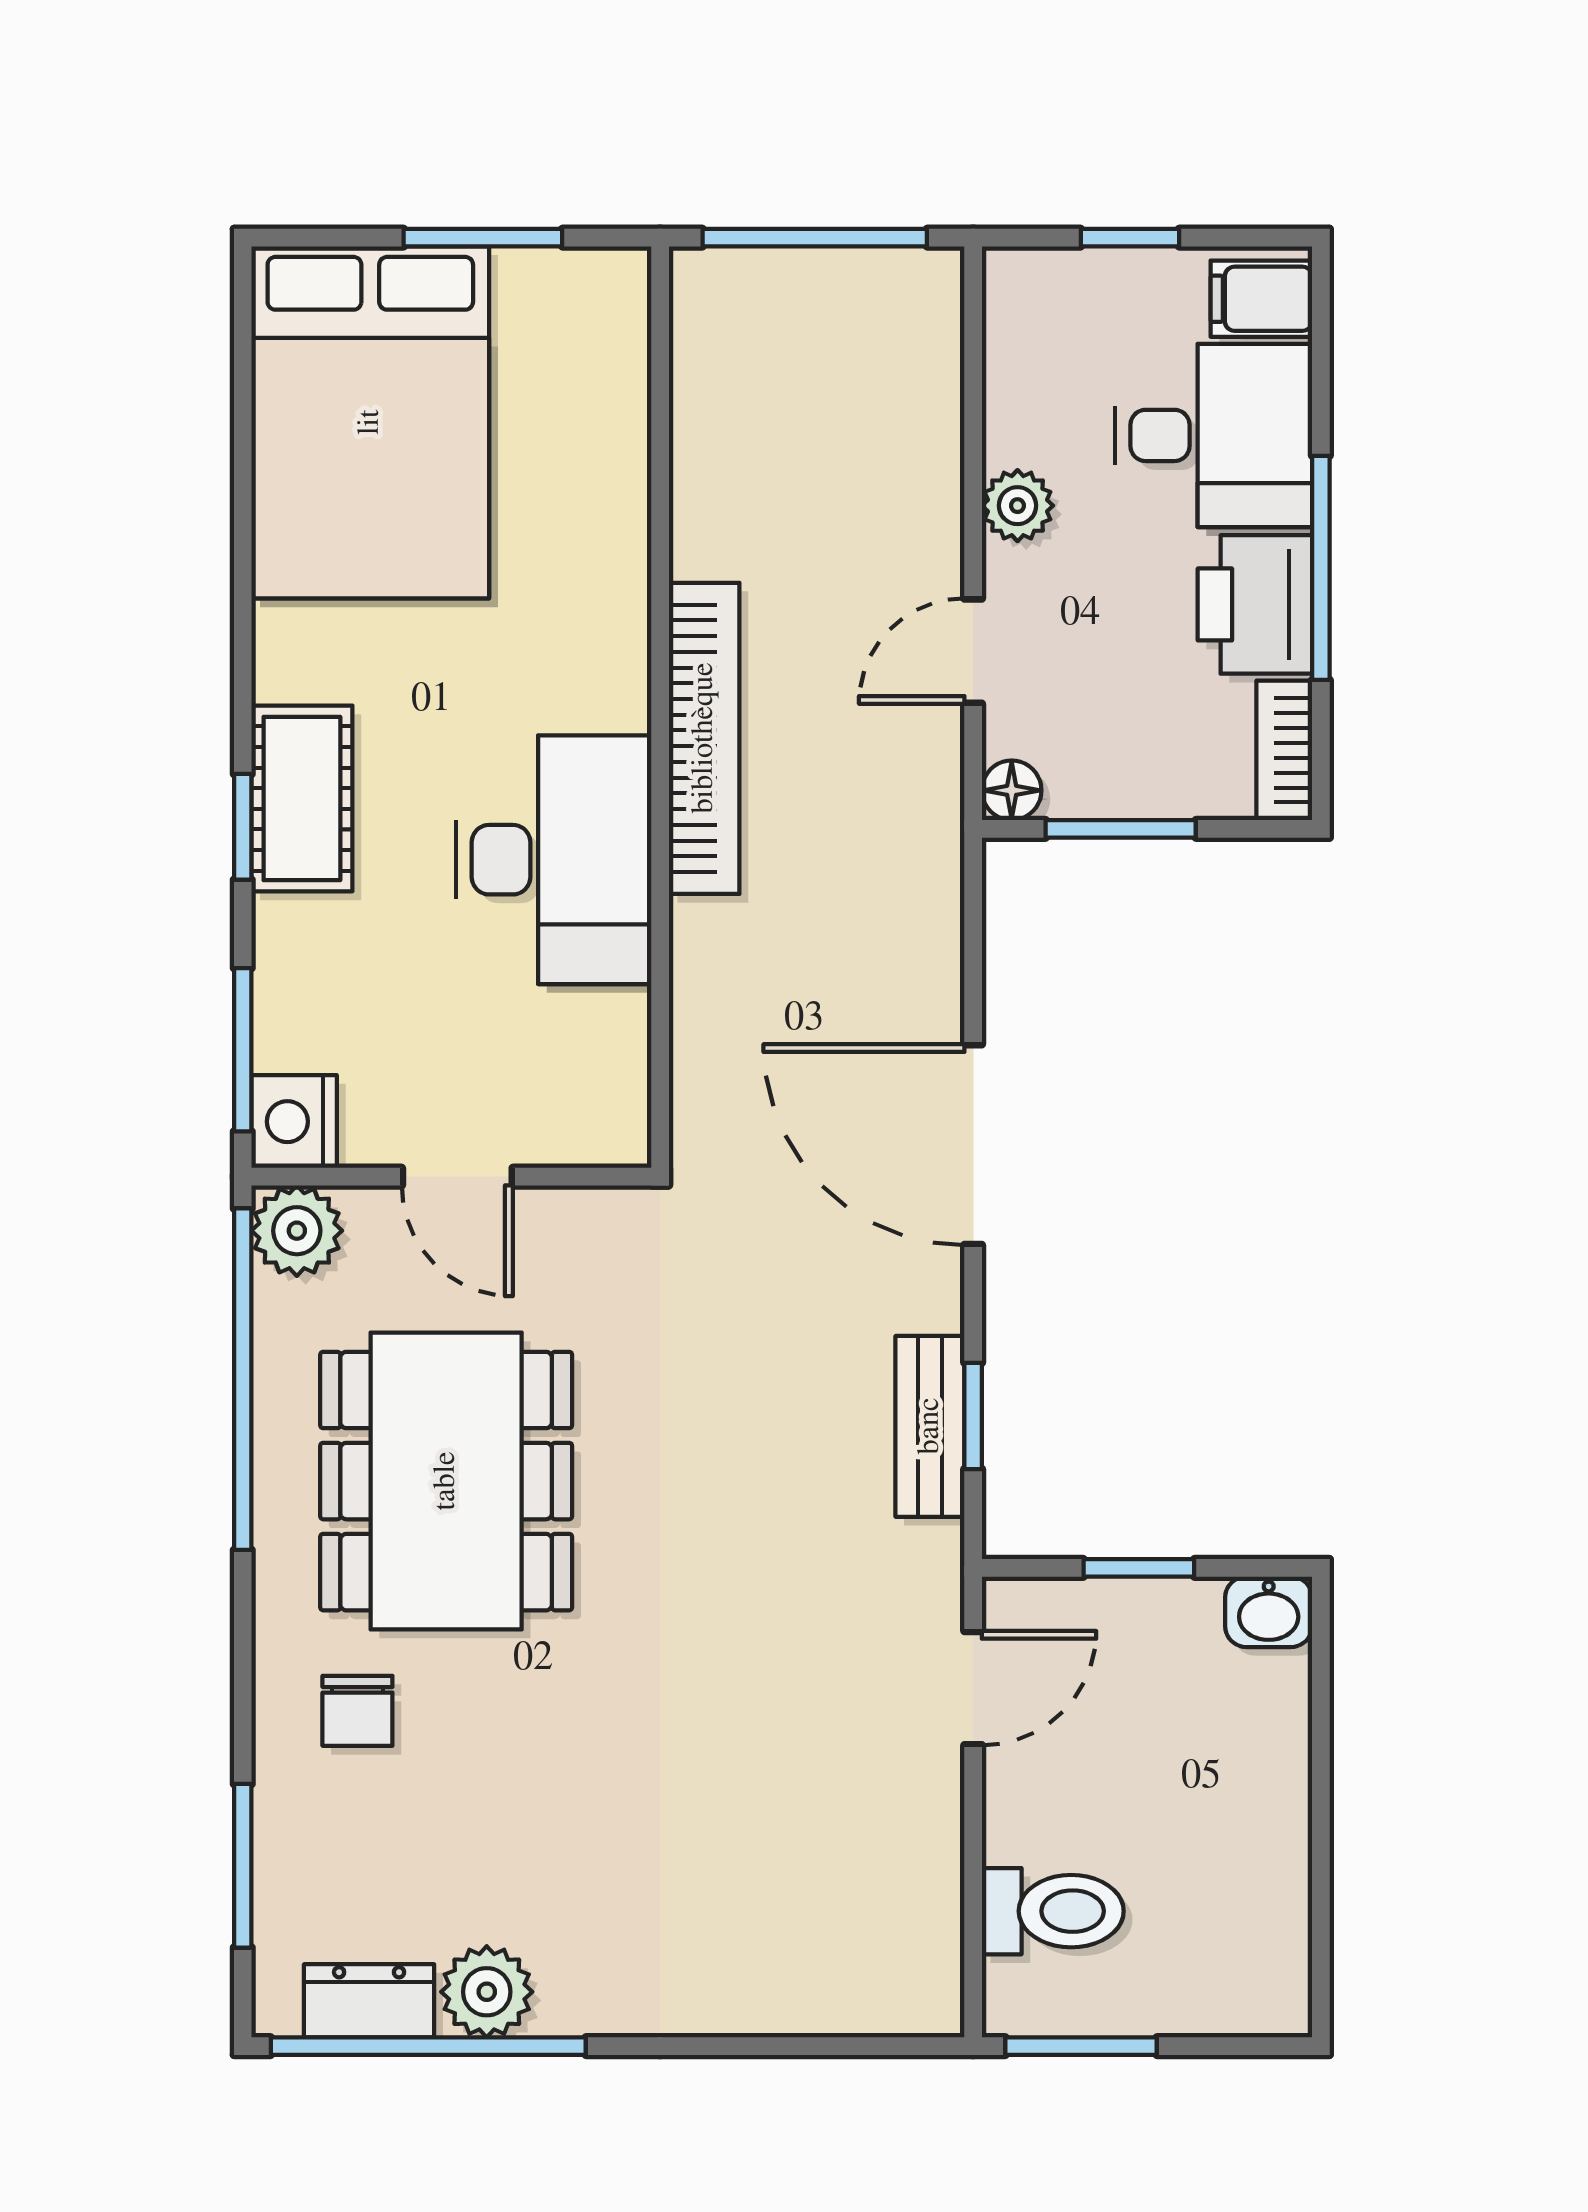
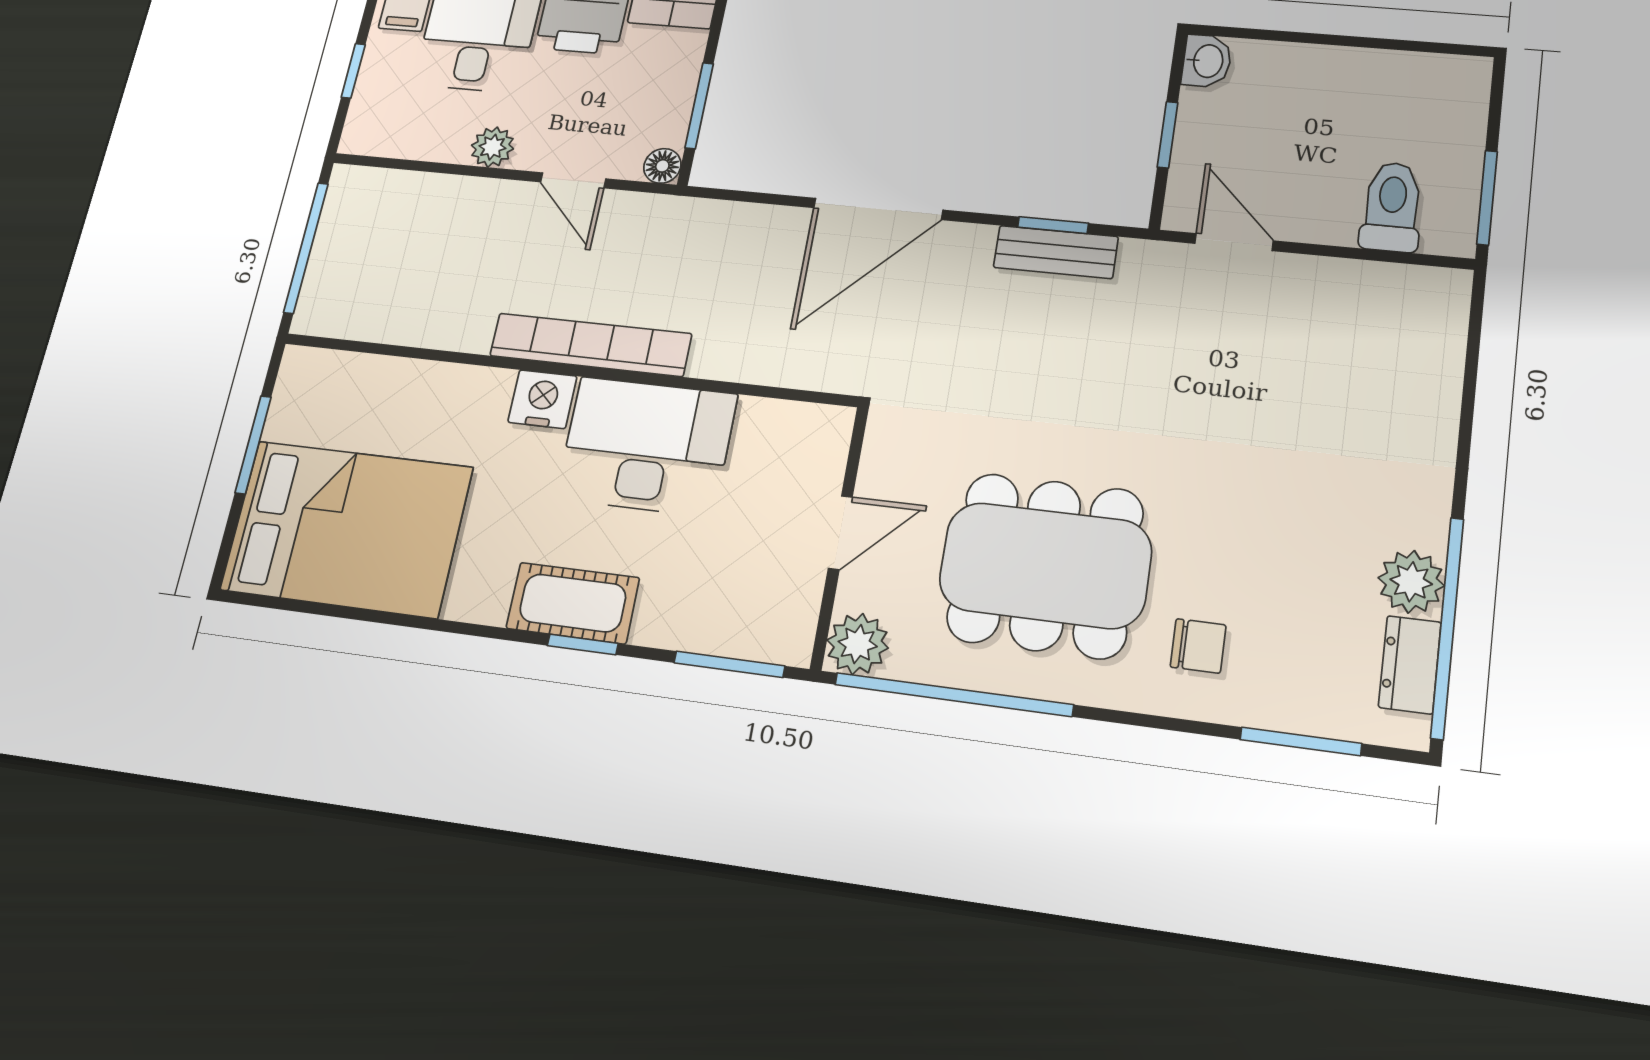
nightstand: (294, 1122) -> (542, 399), moved, turned 180

